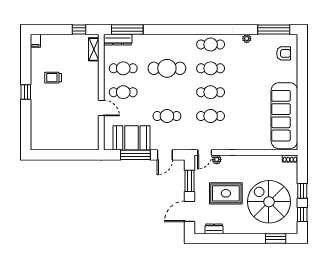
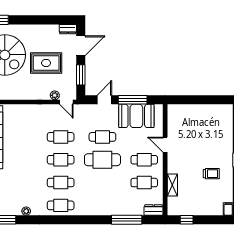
window: (127, 29) -> (127, 220), moved
dresser: (118, 40) -> (154, 210), width x0.70
shelving: (94, 49) -> (172, 185), moved
cafe table: (167, 68) -> (102, 160), moved
door: (205, 153) -> (66, 102), swing flipped
dresser: (214, 229) -> (68, 29), moved

